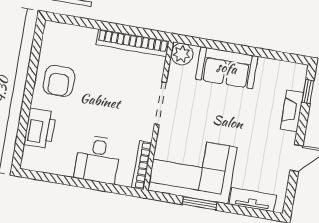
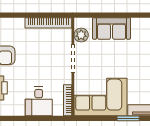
plant: (182, 54) -> (81, 35), moved
window: (200, 203) -> (128, 118), moved

